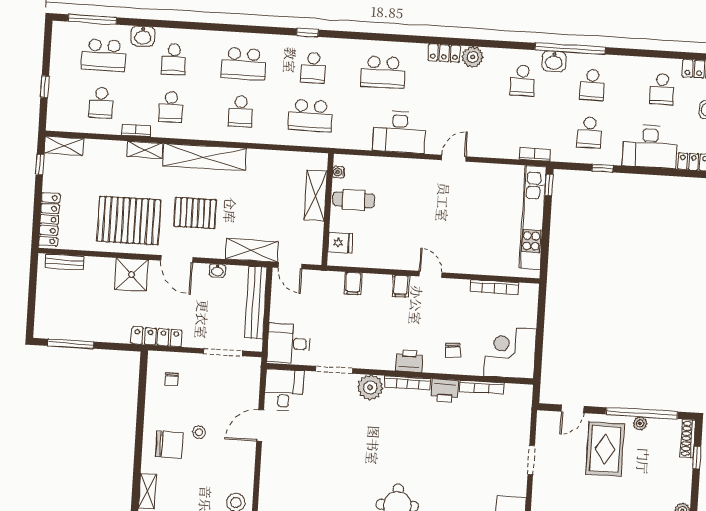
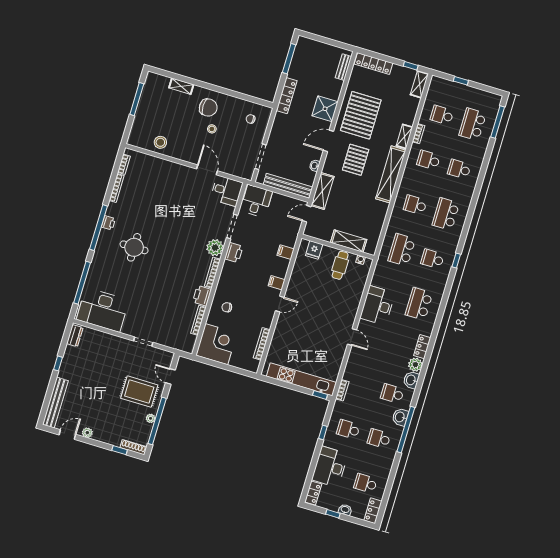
washbasin: (143, 36) -> (411, 380), moved
locker: (157, 337) -> (287, 96), moved
printer: (409, 361) -> (234, 253), moved
chair: (169, 445) -> (208, 108), turned -90

